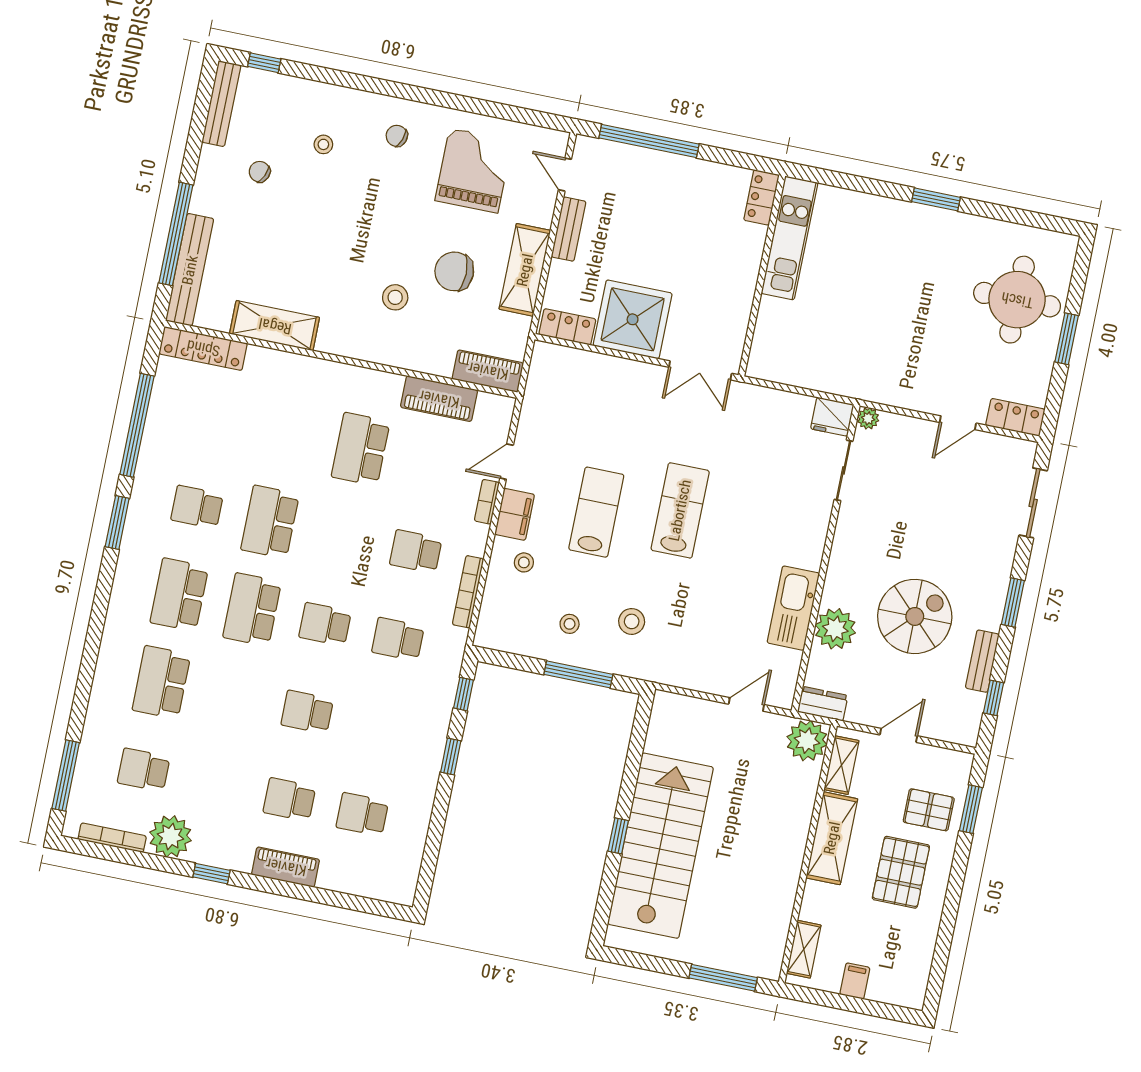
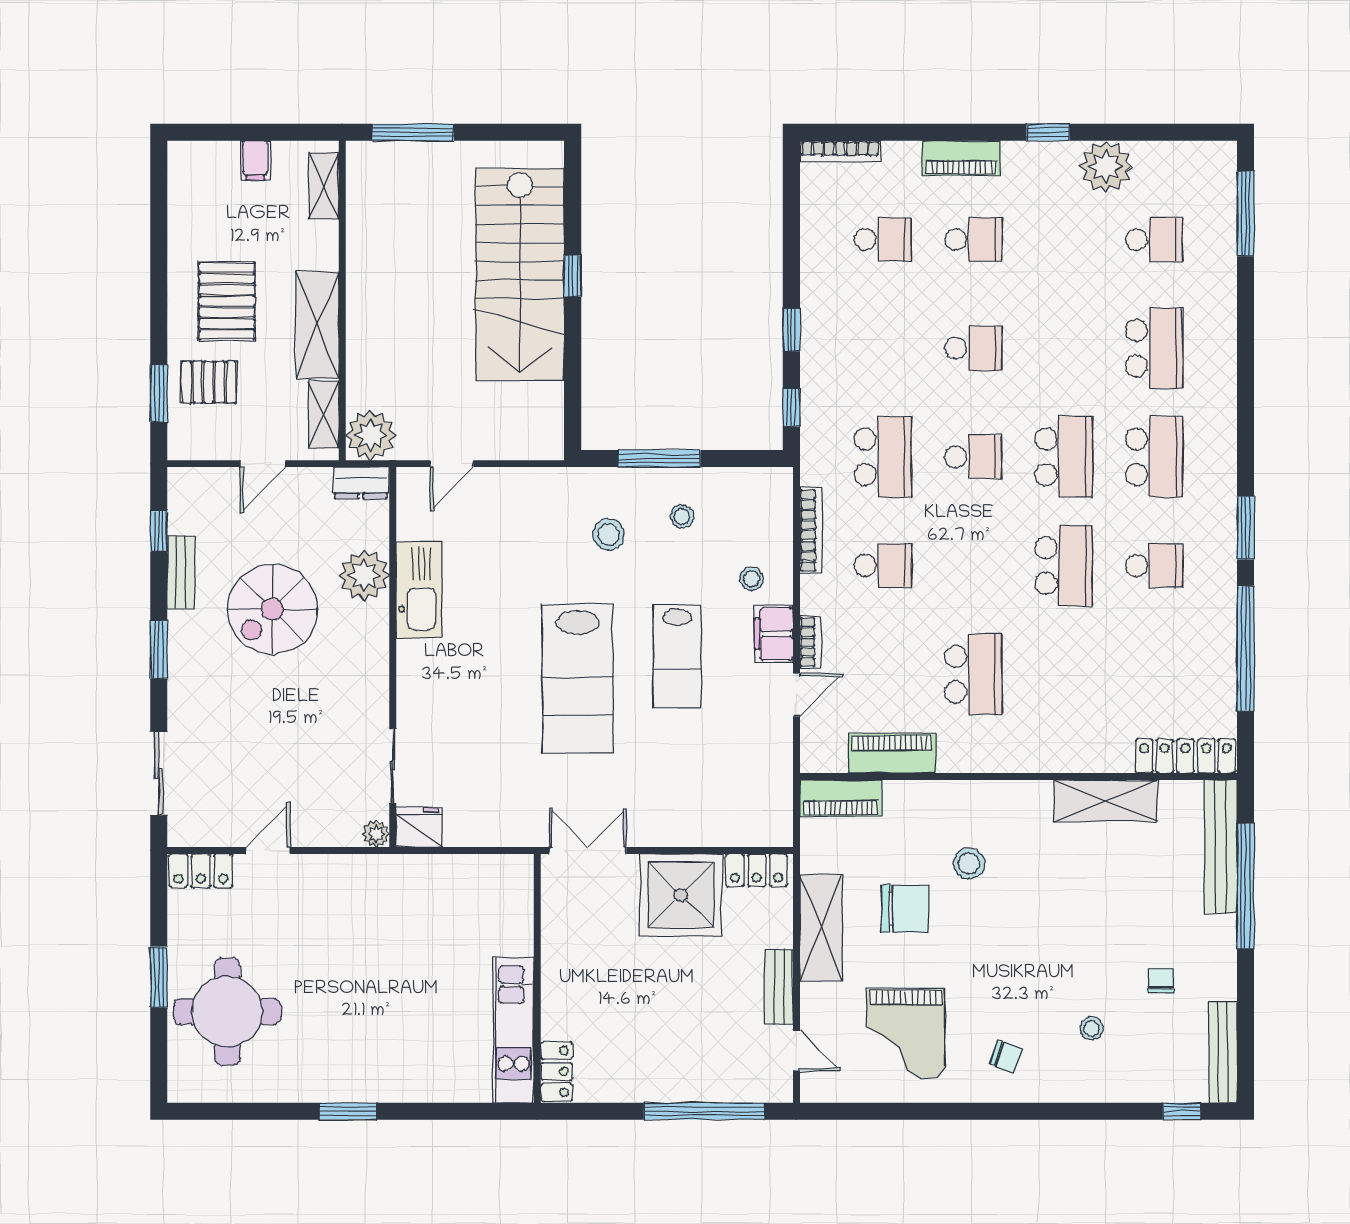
chair: (260, 172) -> (1161, 980), turned -114
lab bench: (680, 510) -> (578, 679), width x1.36, depth x1.39
school desk: (398, 639) -> (883, 457), width x1.85
bookcase: (112, 838) -> (840, 151), moved

